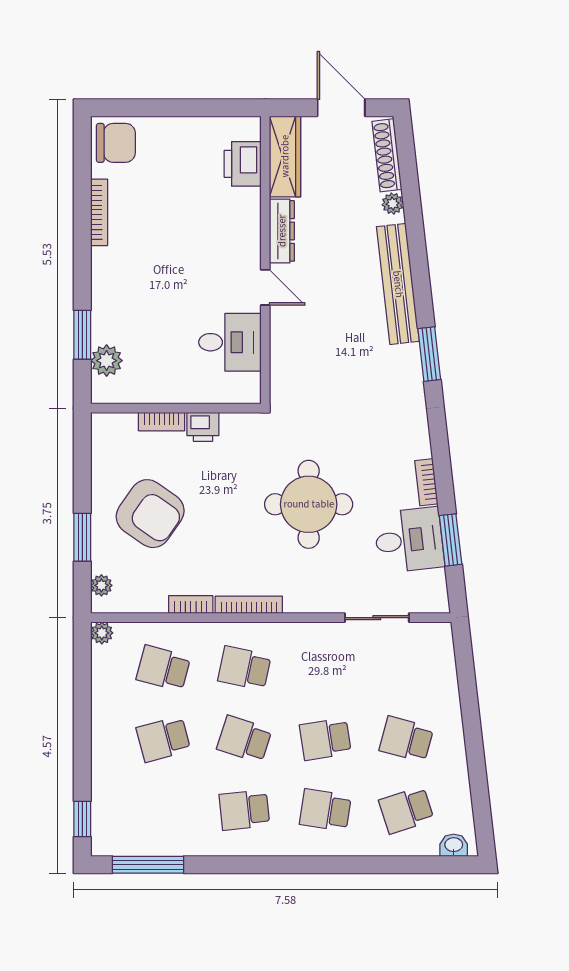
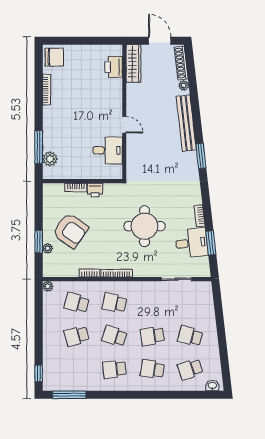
dresser: (282, 231) -> (132, 98), removed
window: (82, 335) -> (39, 147), width x1.44
plant: (101, 585) -> (48, 248), moved

